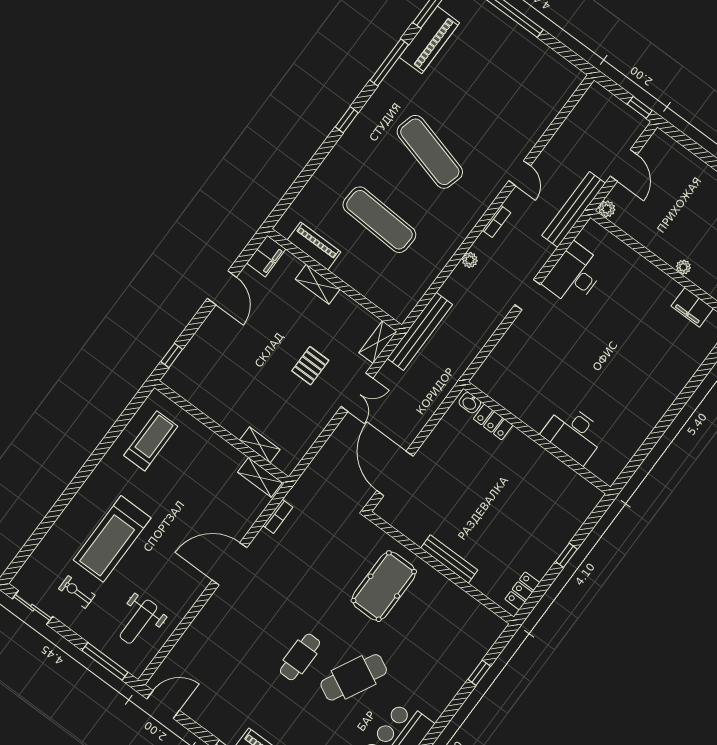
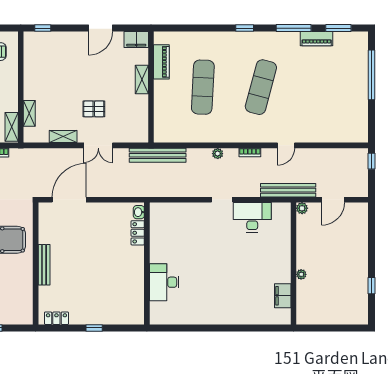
piano: (429, 40) -> (317, 39), width x0.73, depth x0.75
window: (640, 107) -> (371, 161), moved
shelving: (378, 342) -> (63, 137), moved

